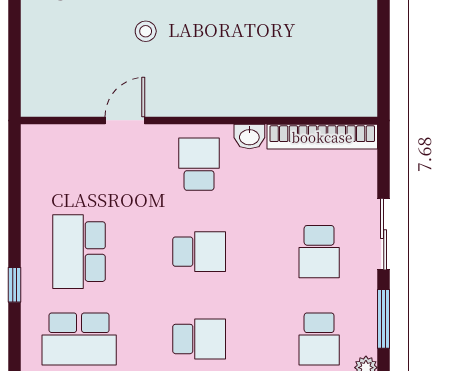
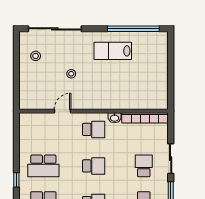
school desk: (199, 164) -> (94, 129), turned 90
school desk: (79, 252) -> (43, 166), turned -90
school desk: (319, 252) -> (144, 166), turned 180

